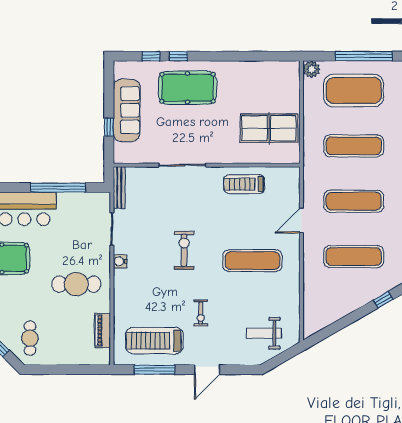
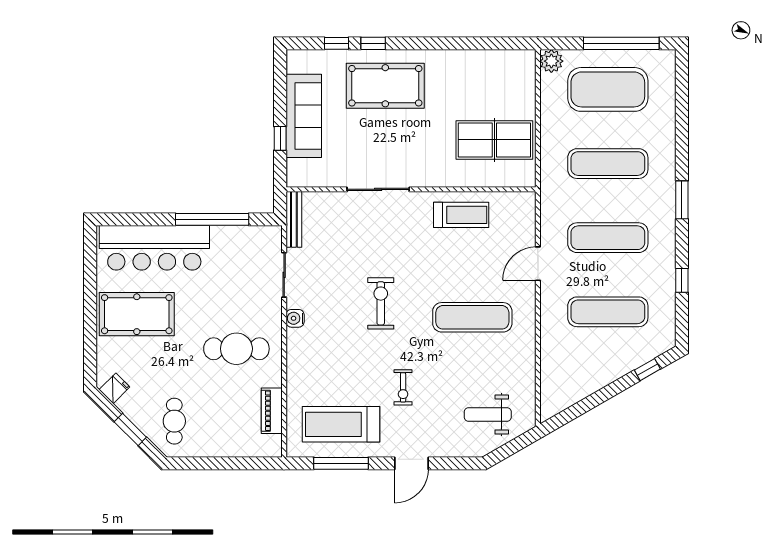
treadmill: (244, 184) -> (461, 215), turned 180

